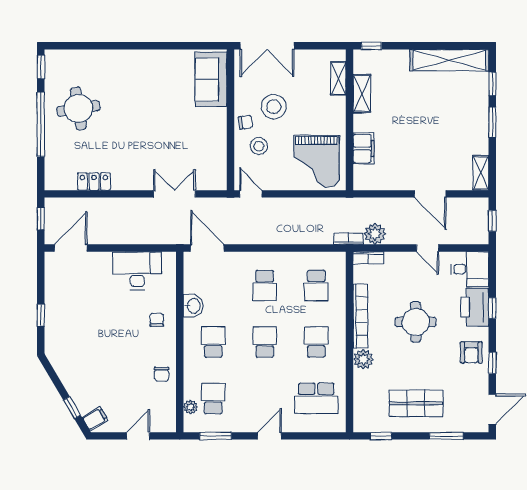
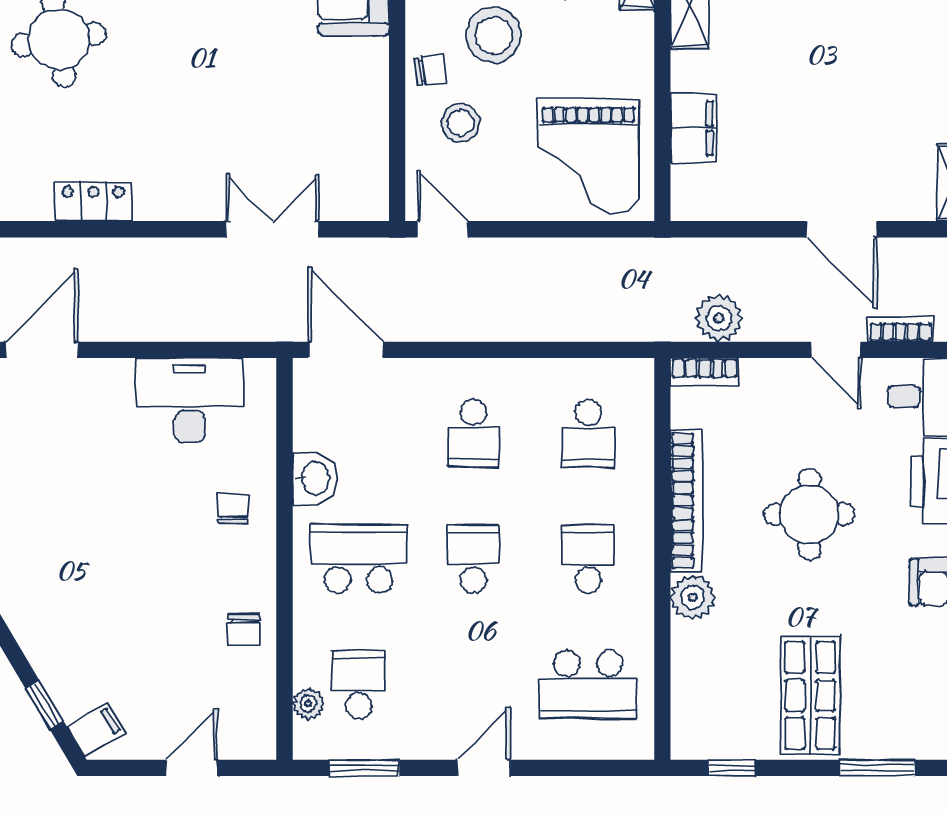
bookcase: (349, 239) -> (900, 329), moved
school desk: (213, 342) -> (359, 559), width x1.85
shop shelf: (416, 403) -> (810, 695), turned 90

